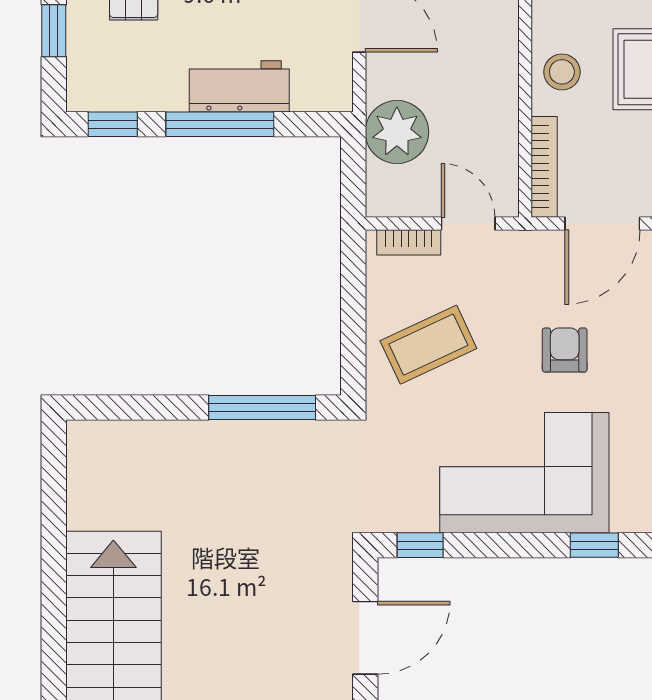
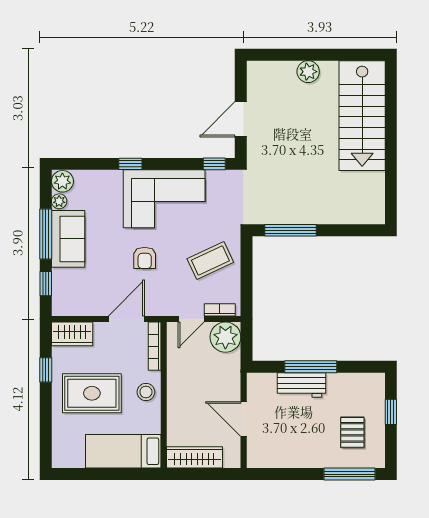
window: (113, 124) -> (362, 367), removed
plant: (397, 132) -> (225, 337), moved
door: (468, 223) -> (191, 319), hinge flipped

